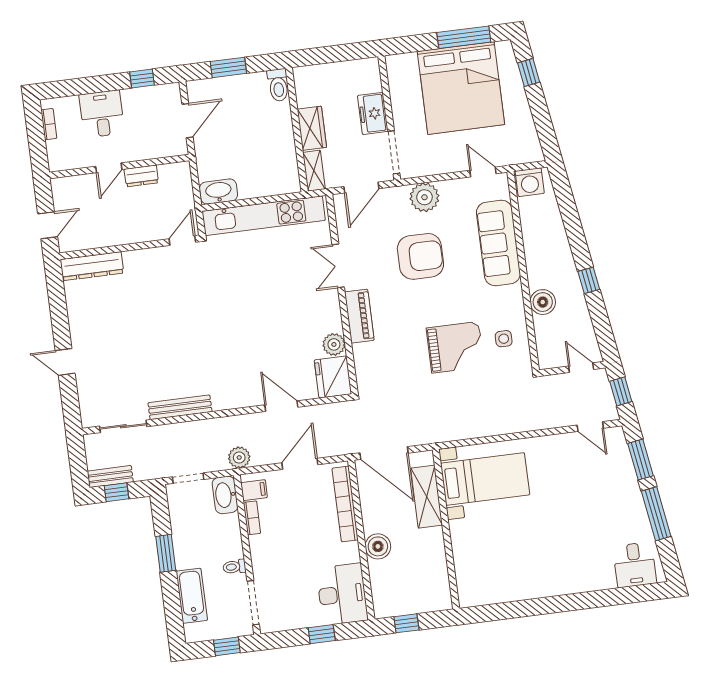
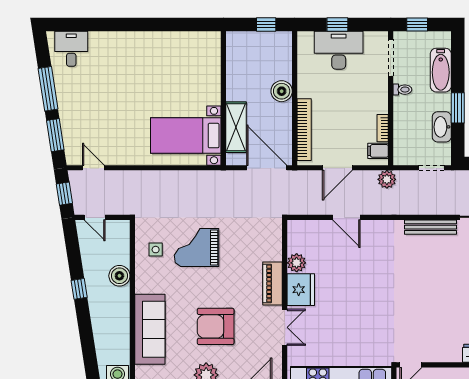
fridge: (333, 377) -> (301, 290), moved
washbasin: (225, 495) -> (442, 127), moved, turned 180
desk: (342, 594) -> (339, 50), moved, turned 90

